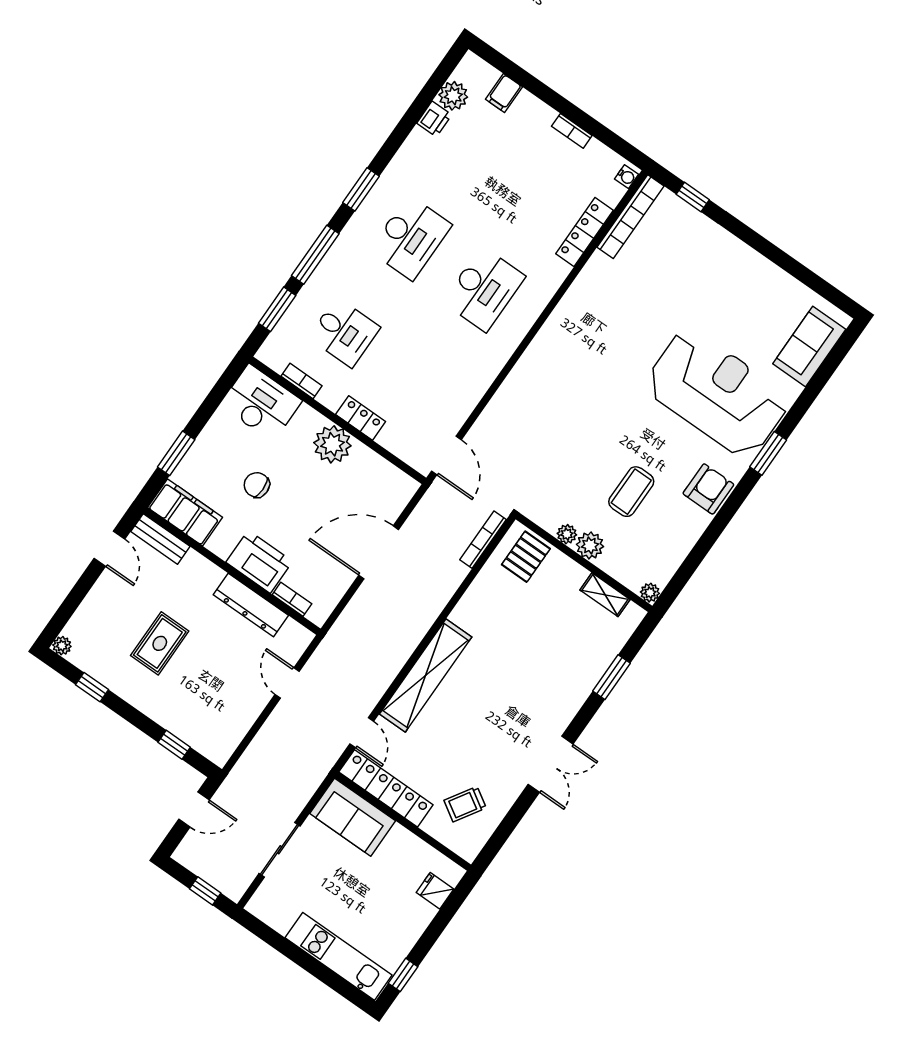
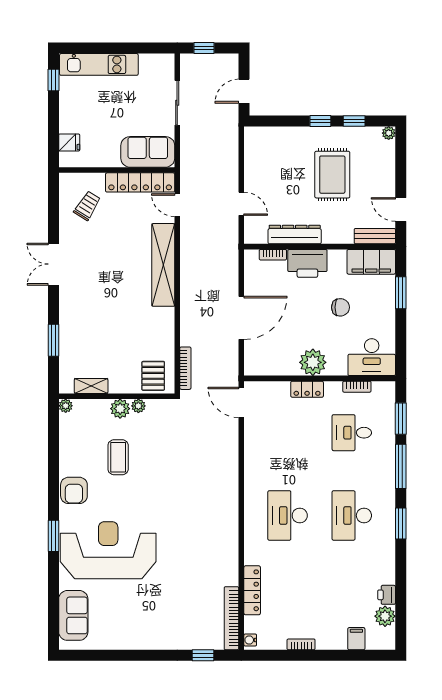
reception desk: (717, 393) -> (108, 550), turned 180
rug: (160, 643) -> (332, 175), width x1.36, depth x1.43
window: (174, 745) -> (320, 121), moved

